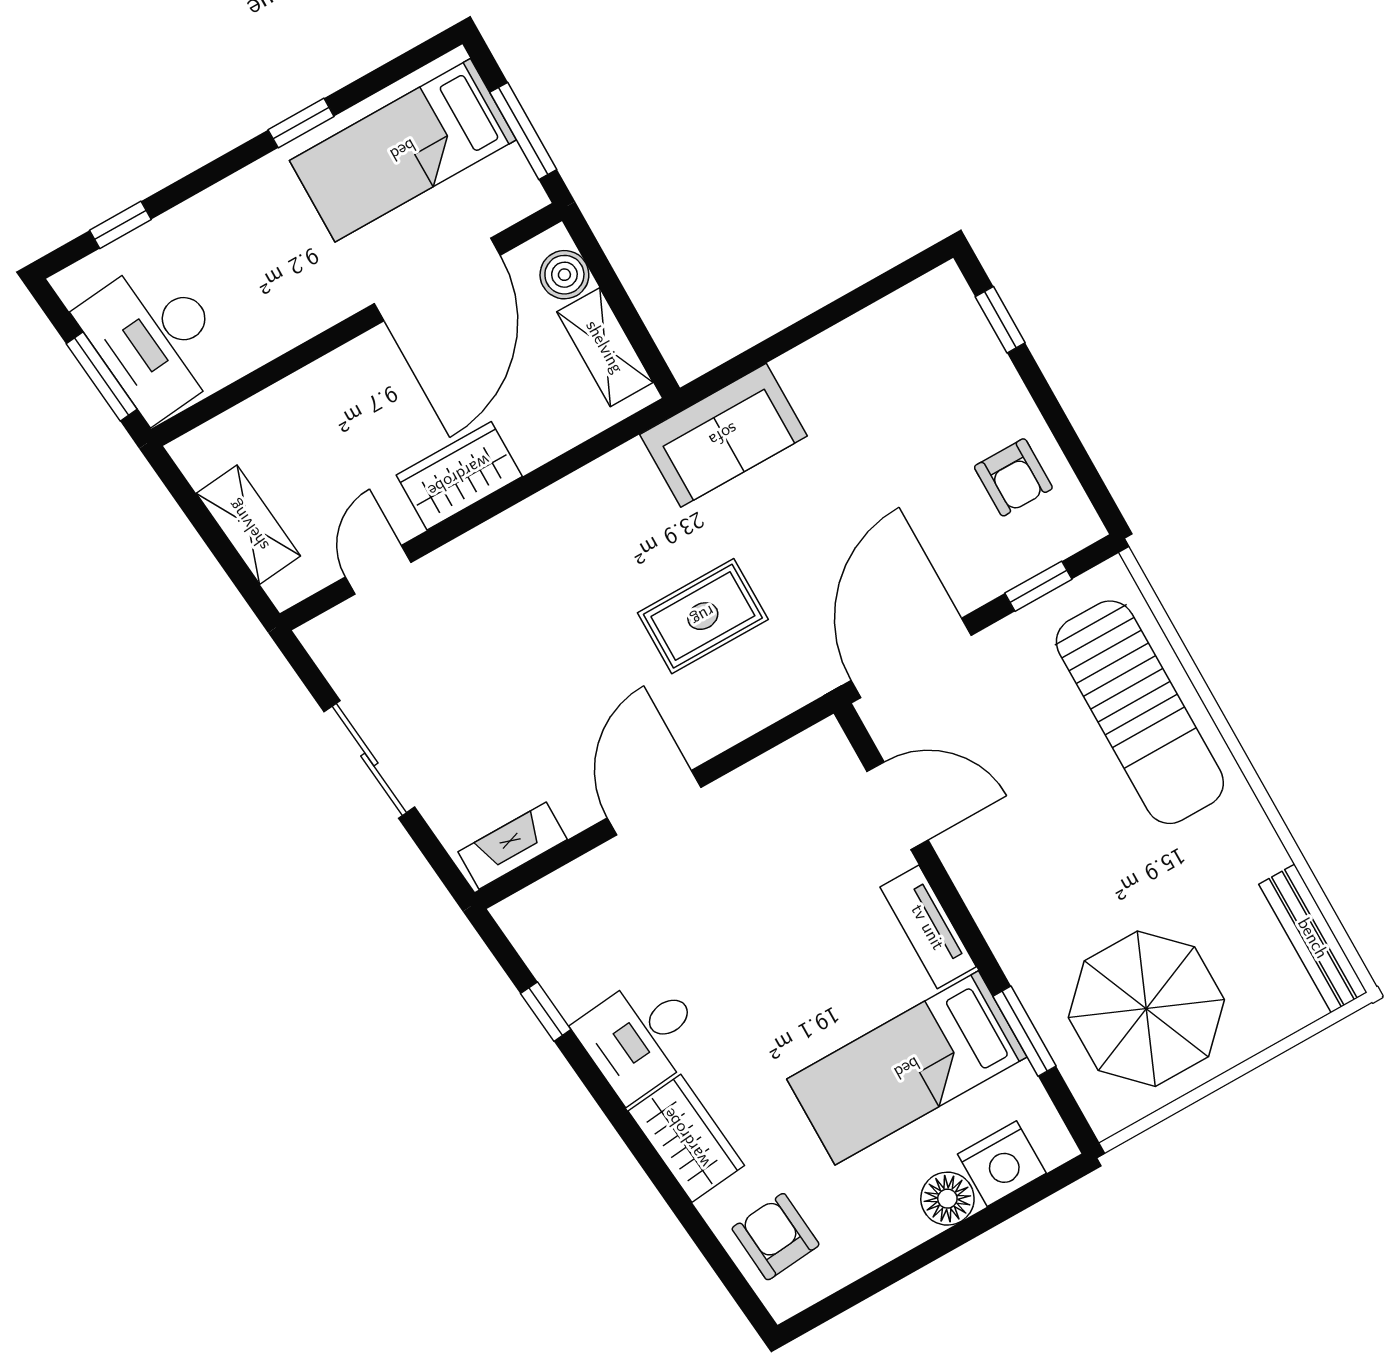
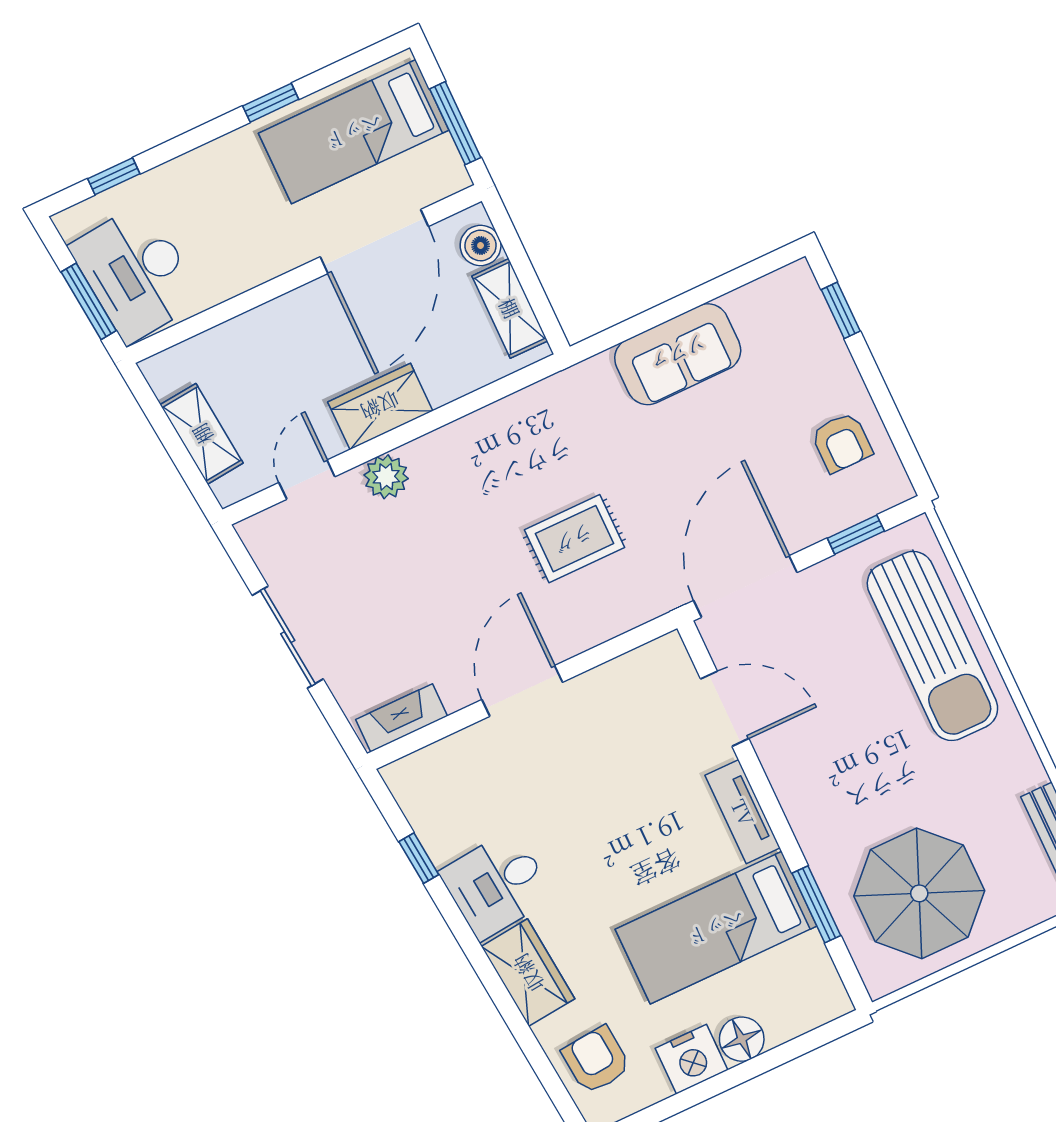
sofa: (723, 435) -> (678, 354), moved
plant: (472, 559) -> (386, 477), added
nightstand: (1002, 1164) -> (691, 1059), moved

